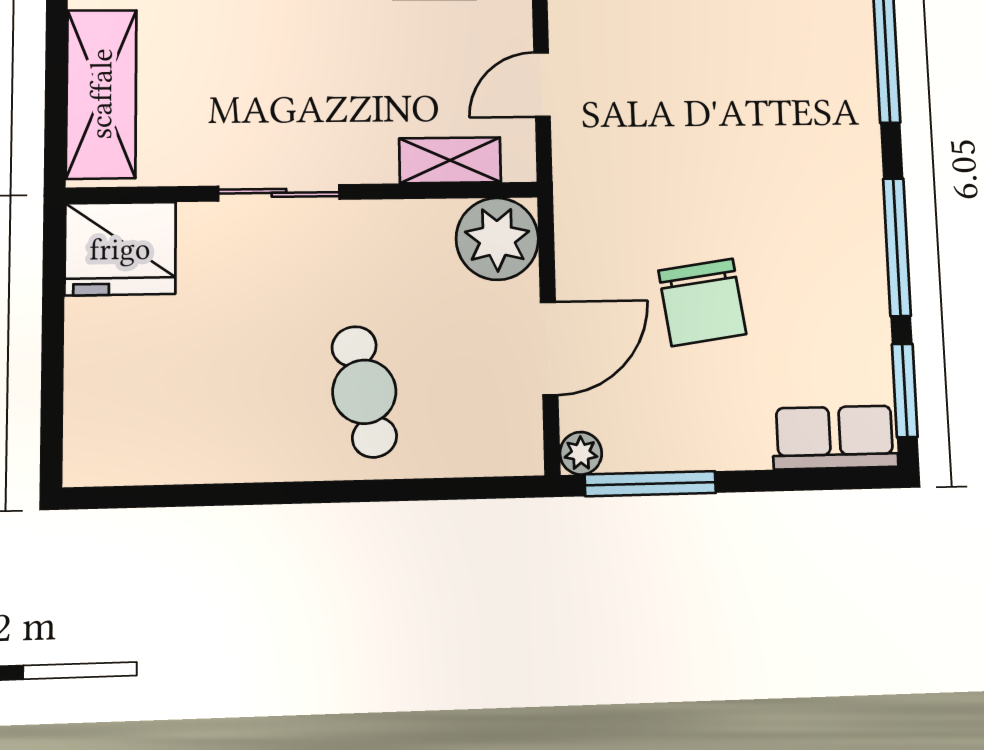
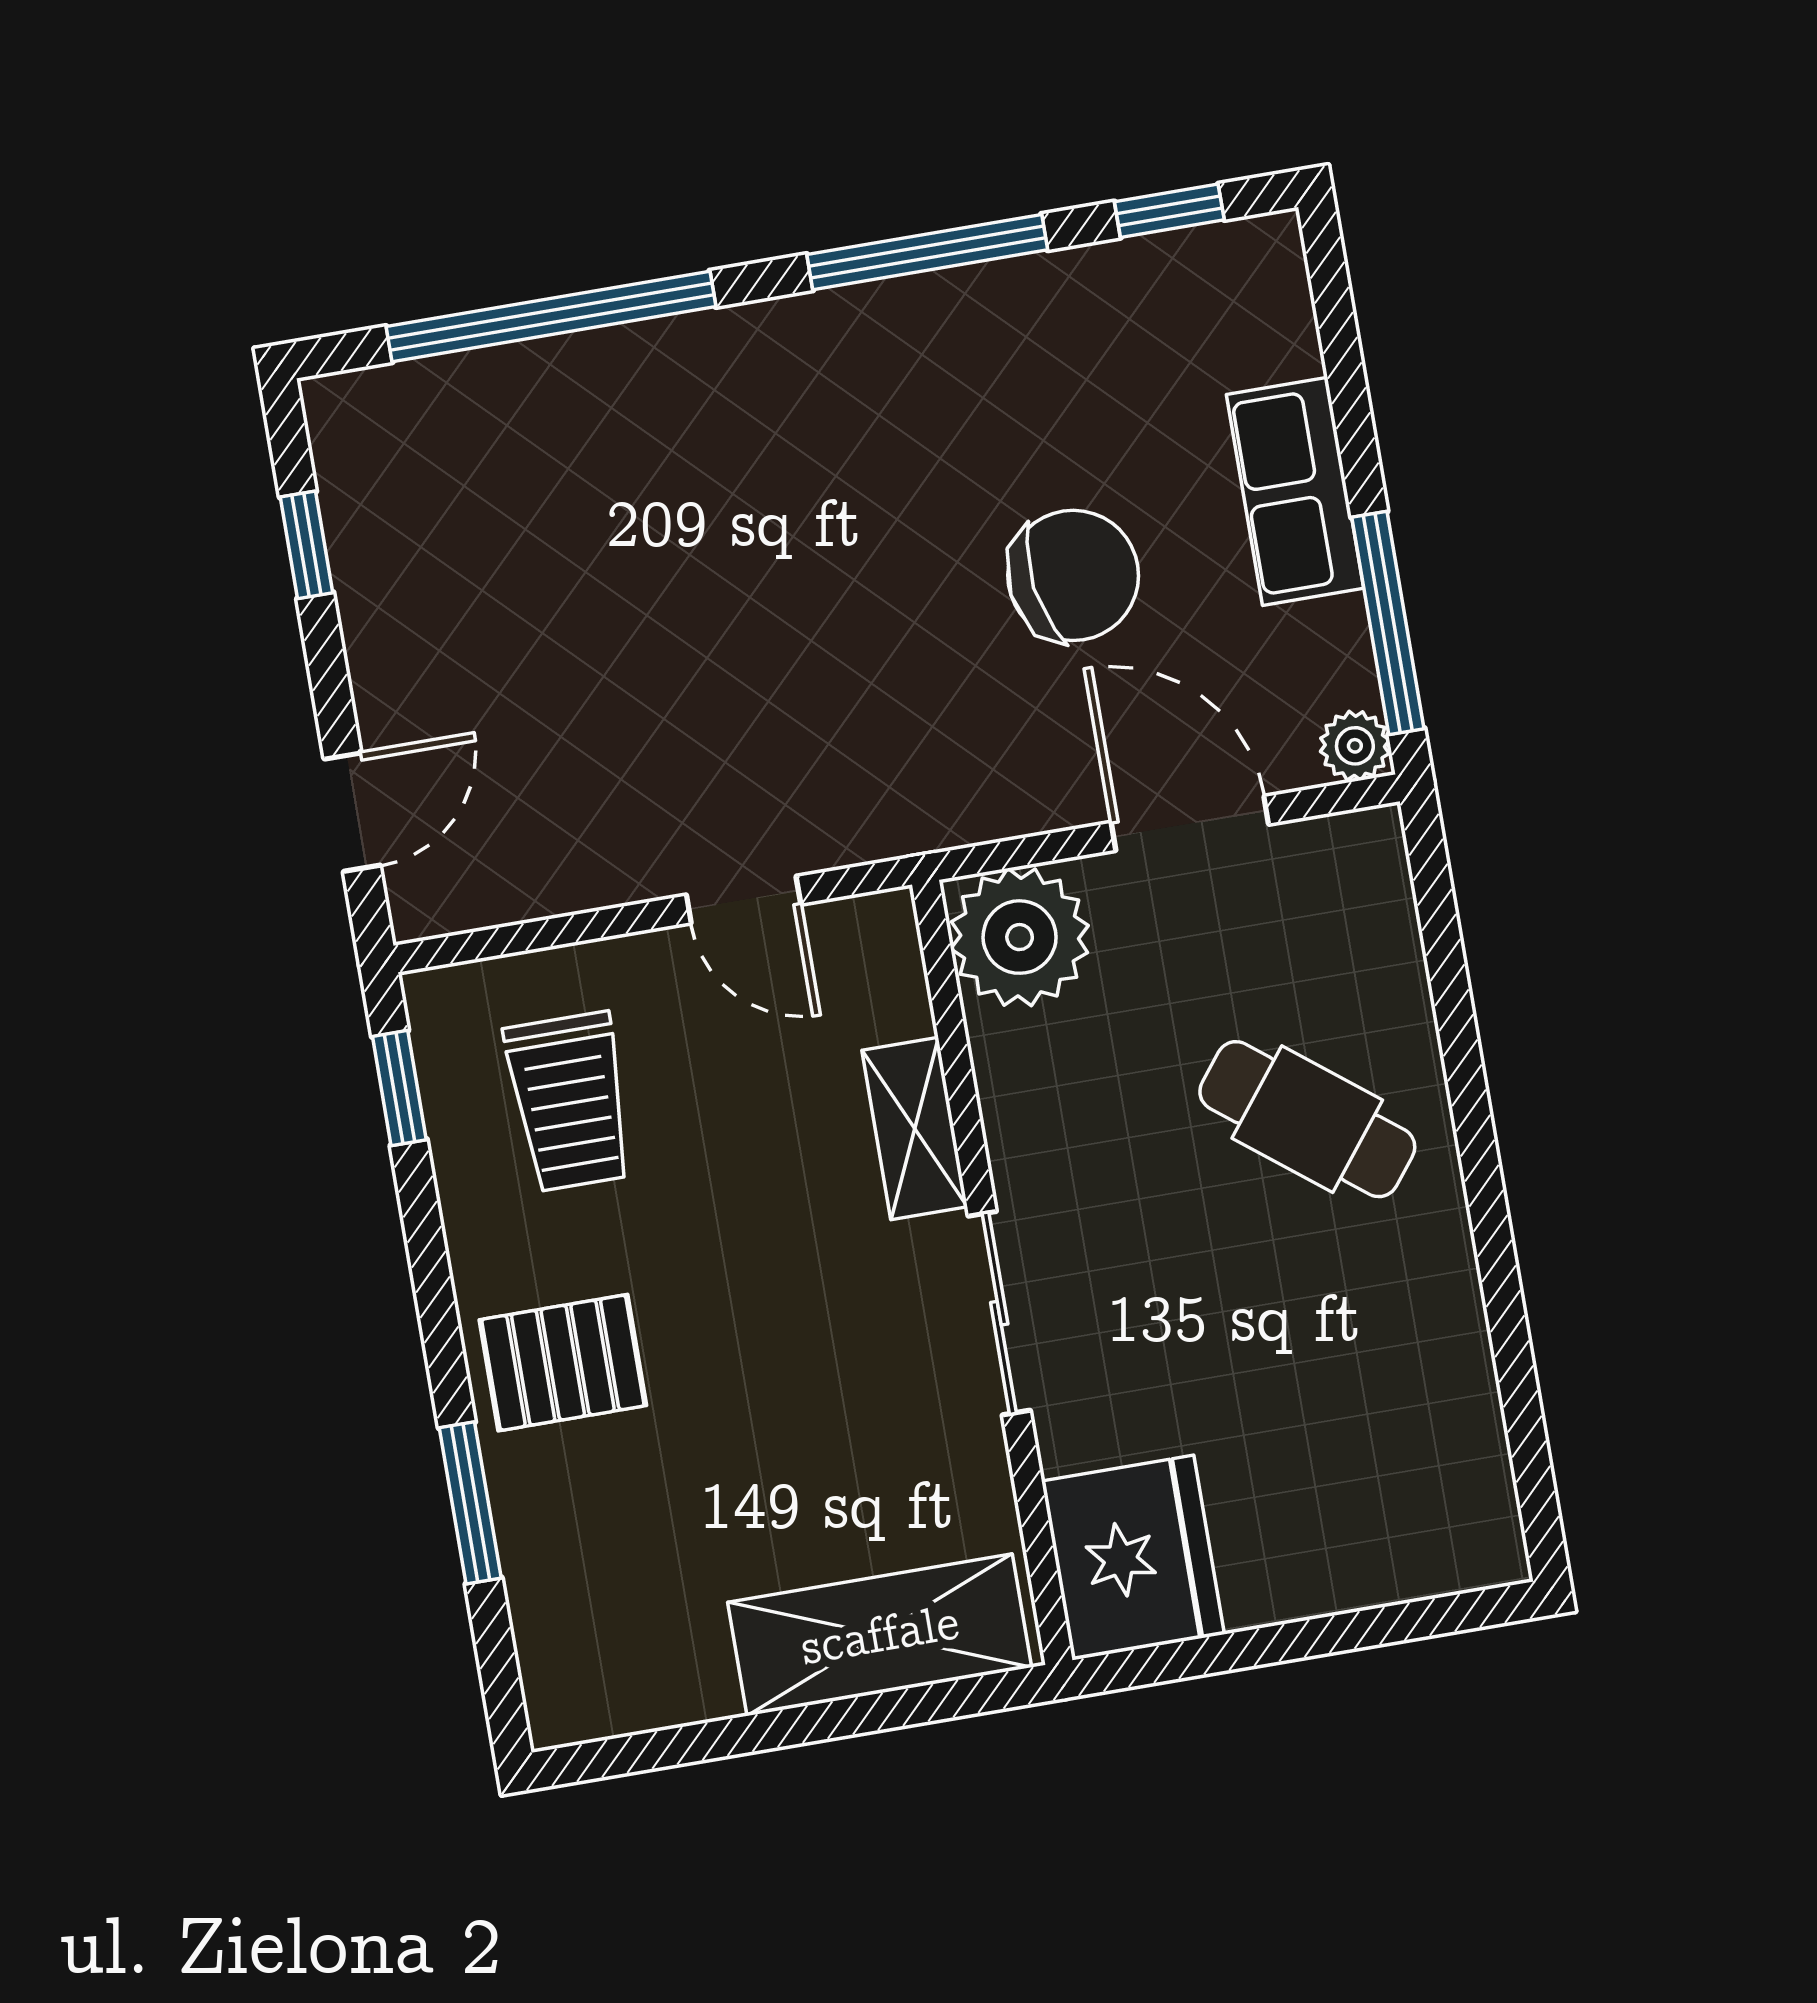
shelving: (450, 160) -> (915, 1129), moved
window: (905, 390) -> (1169, 211), width x0.67
cafe table: (364, 392) -> (1307, 1119), turned 50
row of seats: (835, 438) -> (1295, 491), moved

